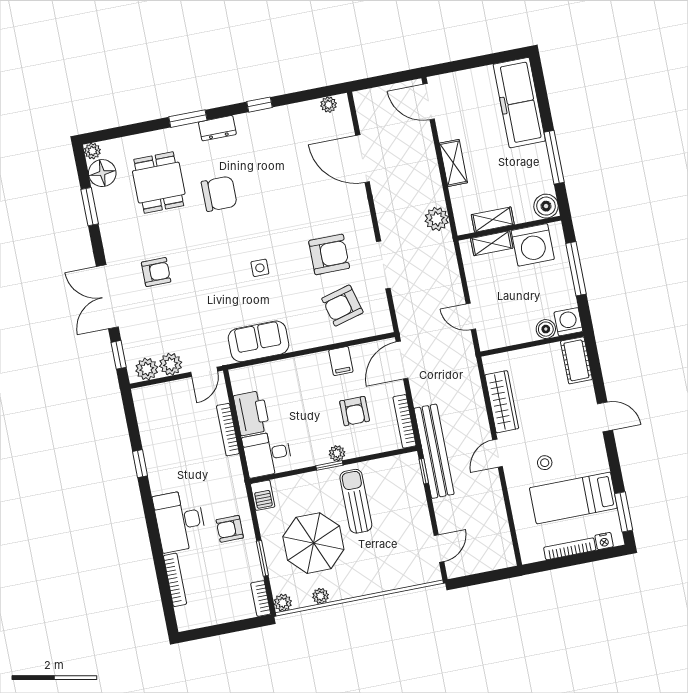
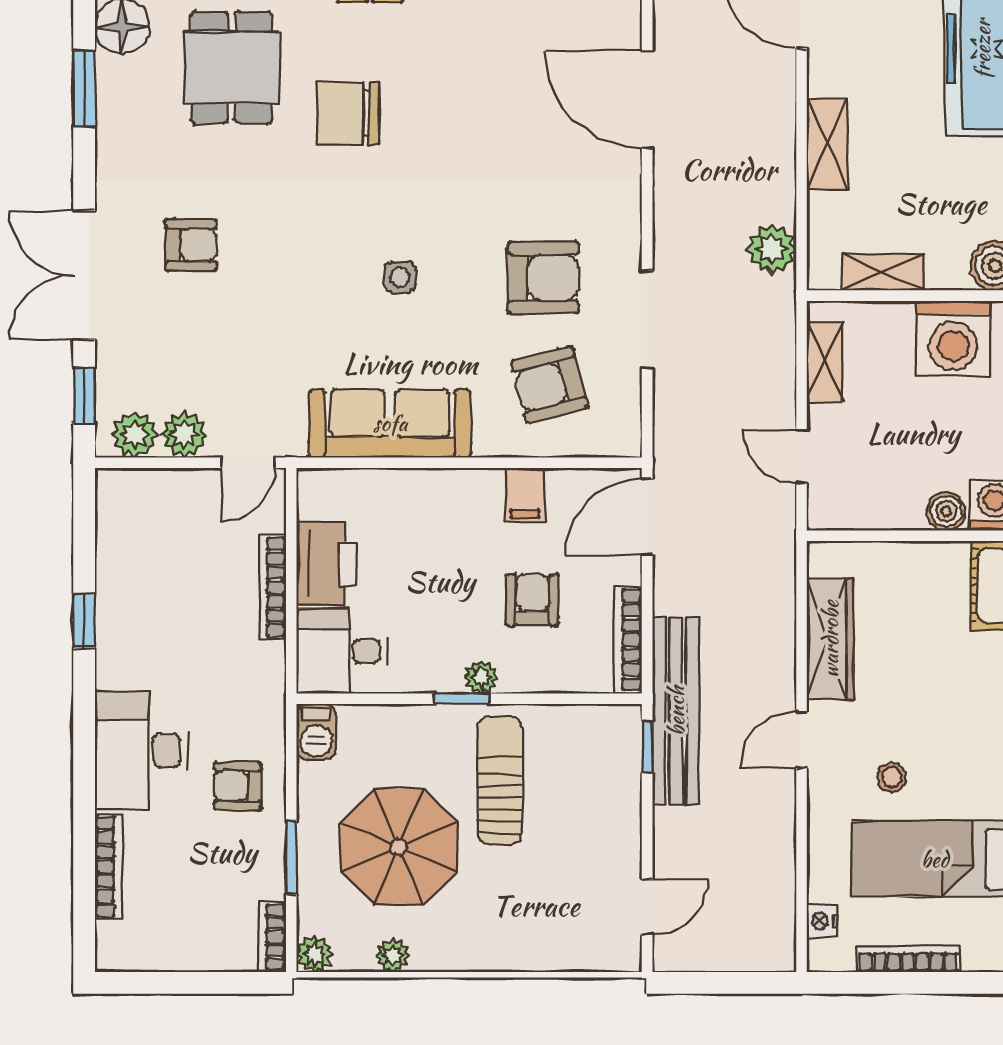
chair: (219, 194) -> (348, 113), turned 180
shelving: (492, 243) -> (825, 361), moved, turned 90
sofa: (259, 341) -> (390, 423), width x1.36
armchair: (355, 411) -> (533, 600), turned 180
nightstand: (604, 541) -> (822, 921), moved, turned 90

